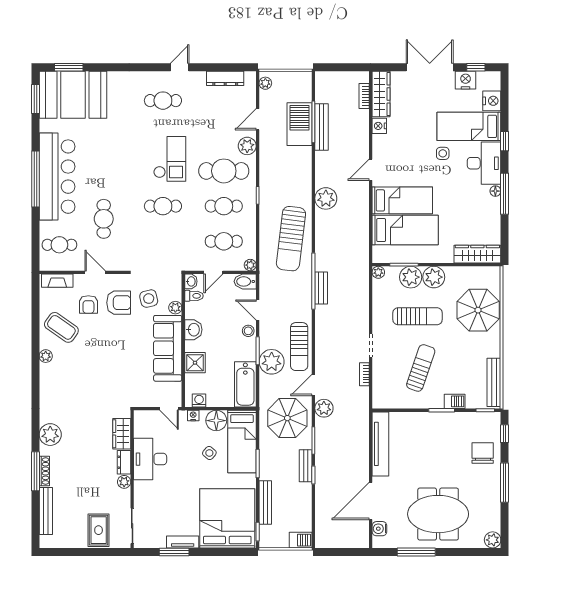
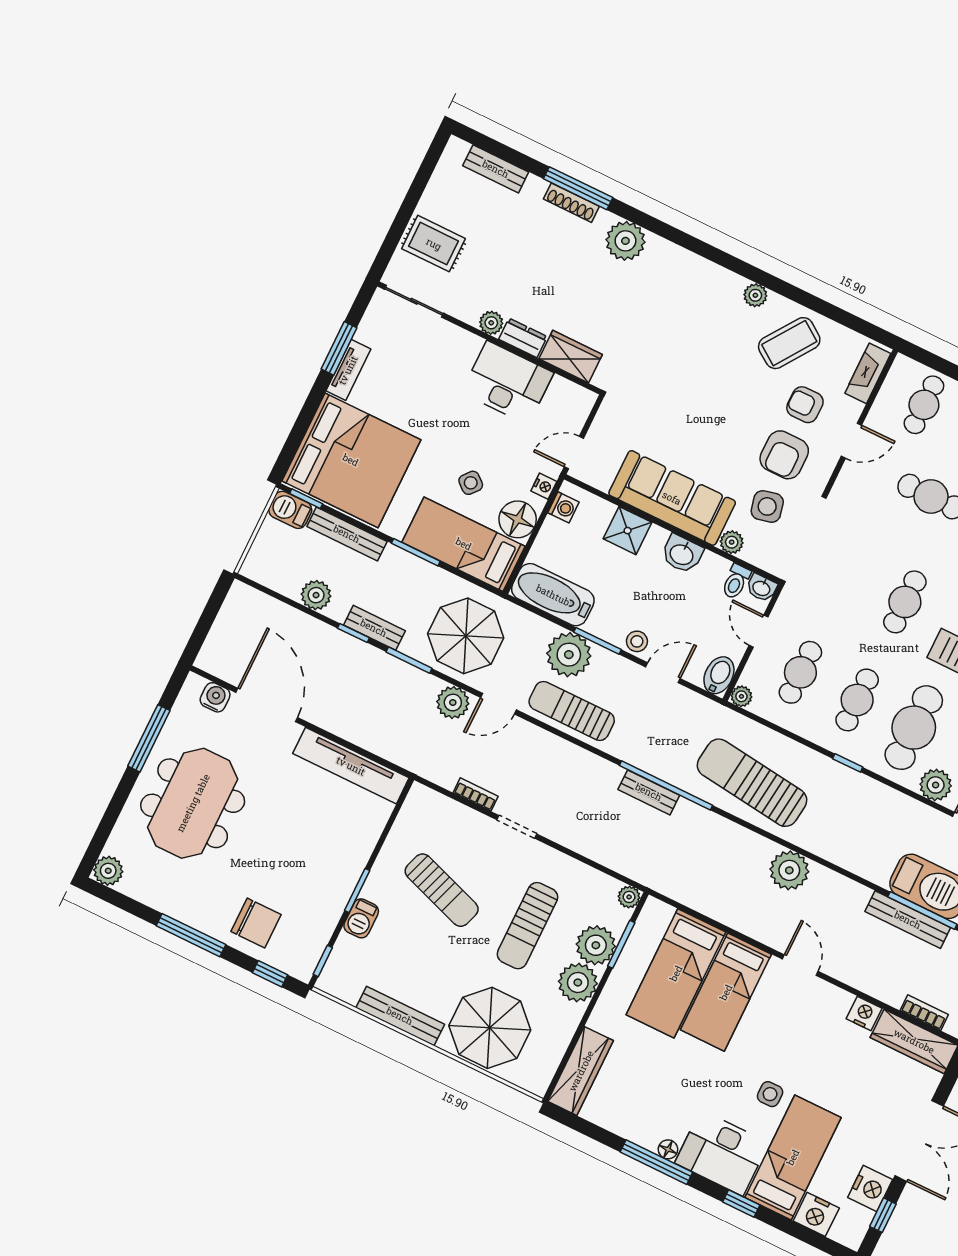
bench: (494, 382) -> (400, 1016), moved
door: (313, 385) -> (498, 704), swing flipped
plant: (304, 503) -> (316, 595), added
bench: (46, 511) -> (496, 169), width x0.73
barbecue: (301, 540) -> (290, 510), moved, turned 90

